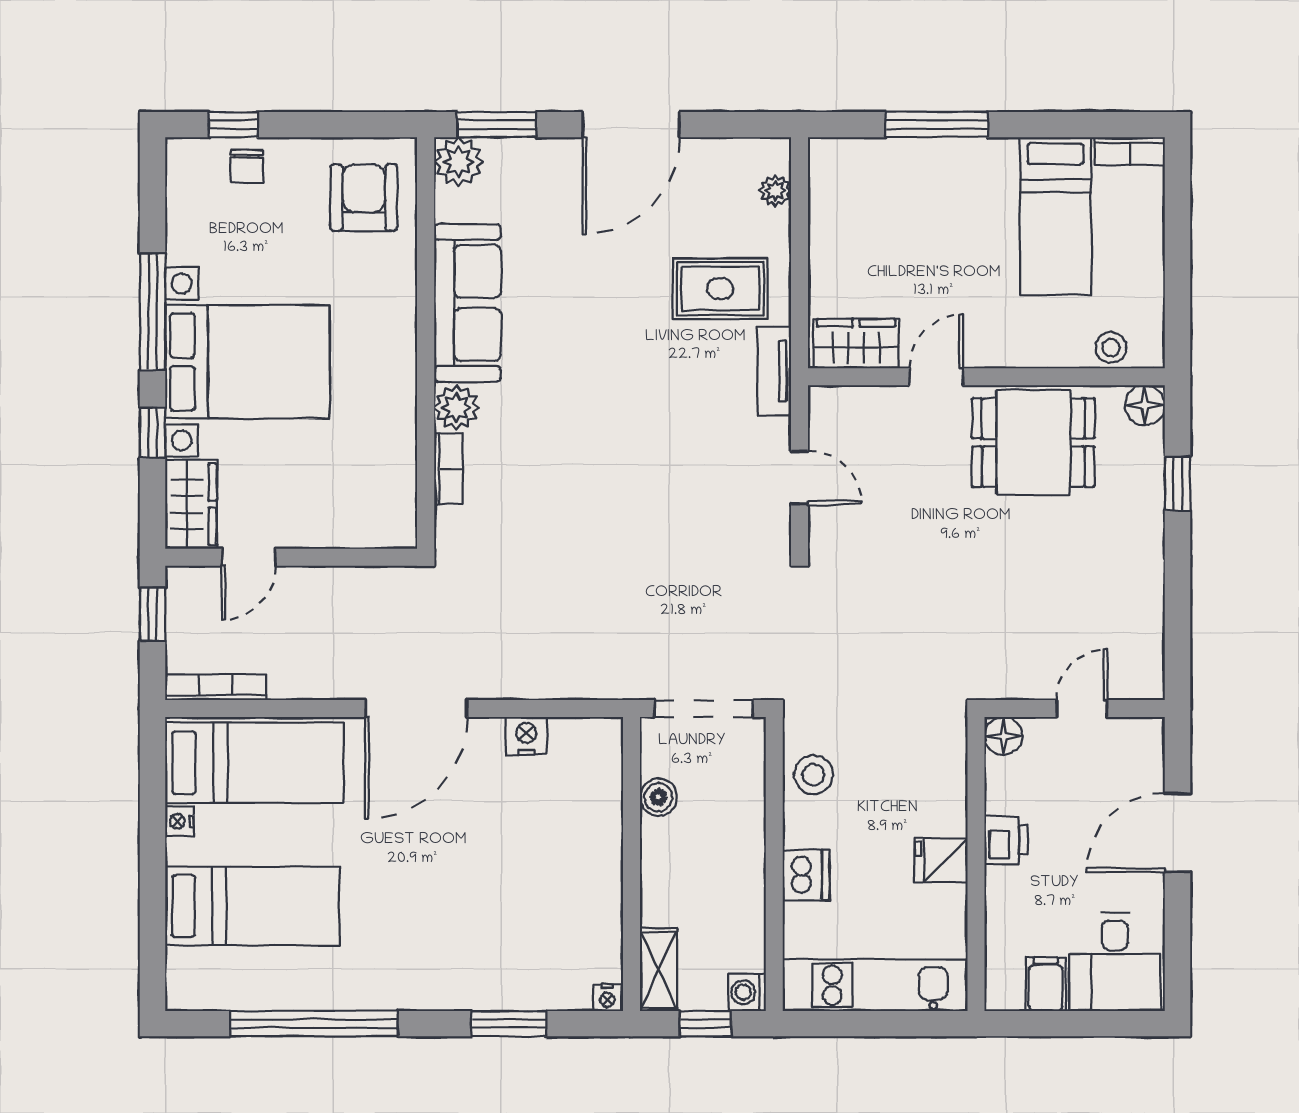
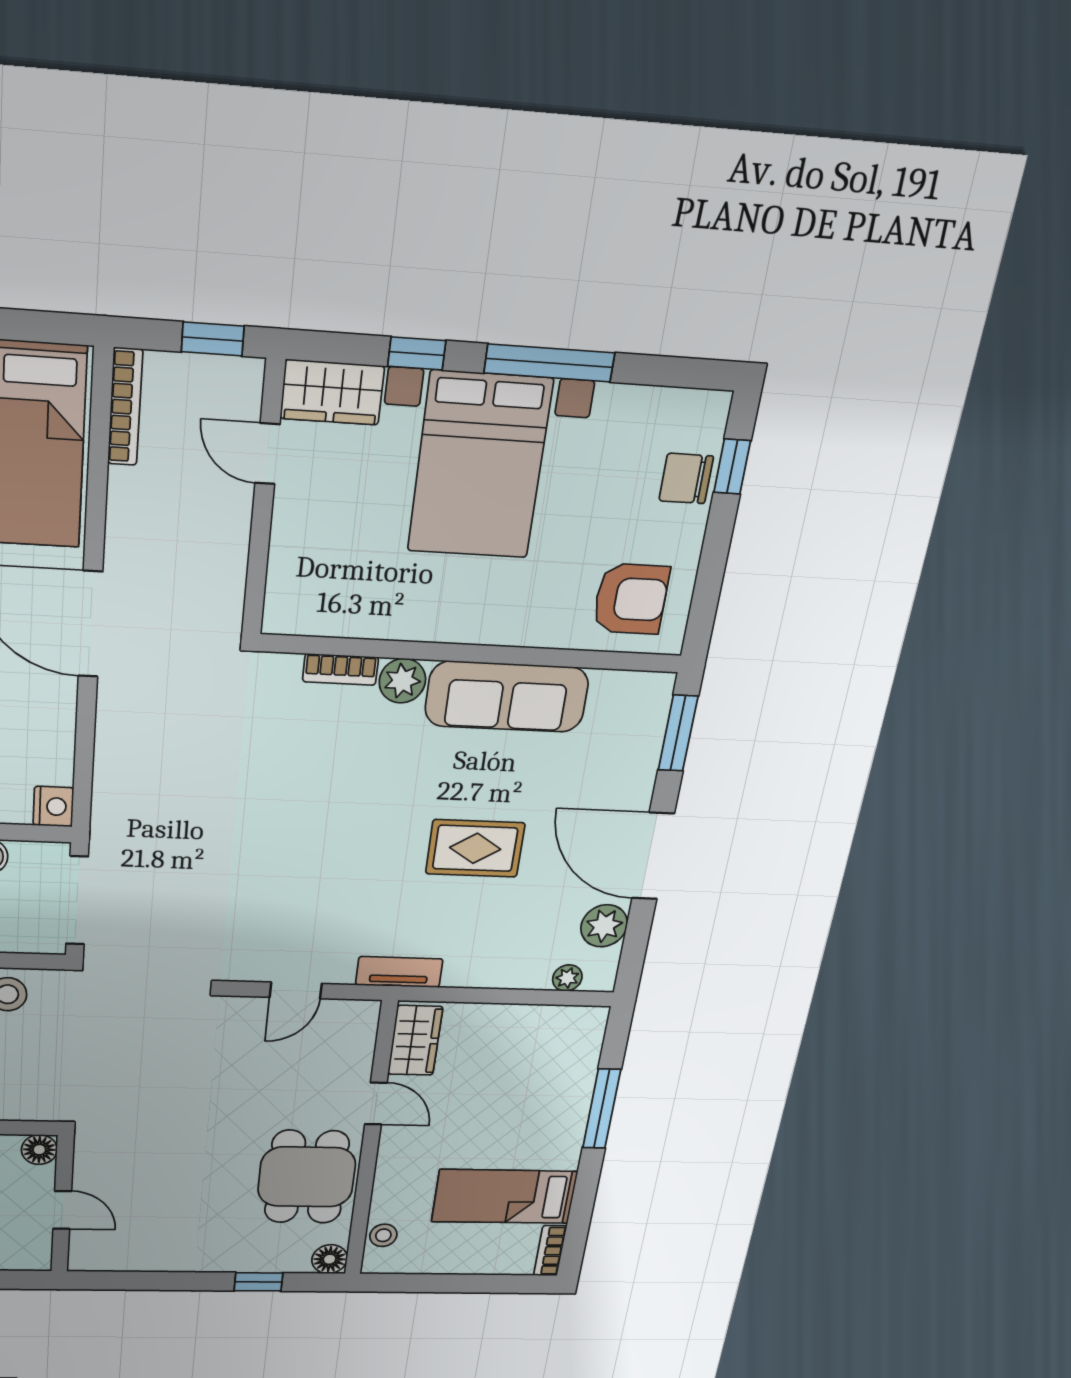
plant: (459, 162) -> (604, 926), moved
chair: (247, 166) -> (686, 478), width x1.37, depth x1.37
rug: (720, 289) -> (475, 848), moved, turned 90
nightstand: (526, 736) -> (53, 806), moved

